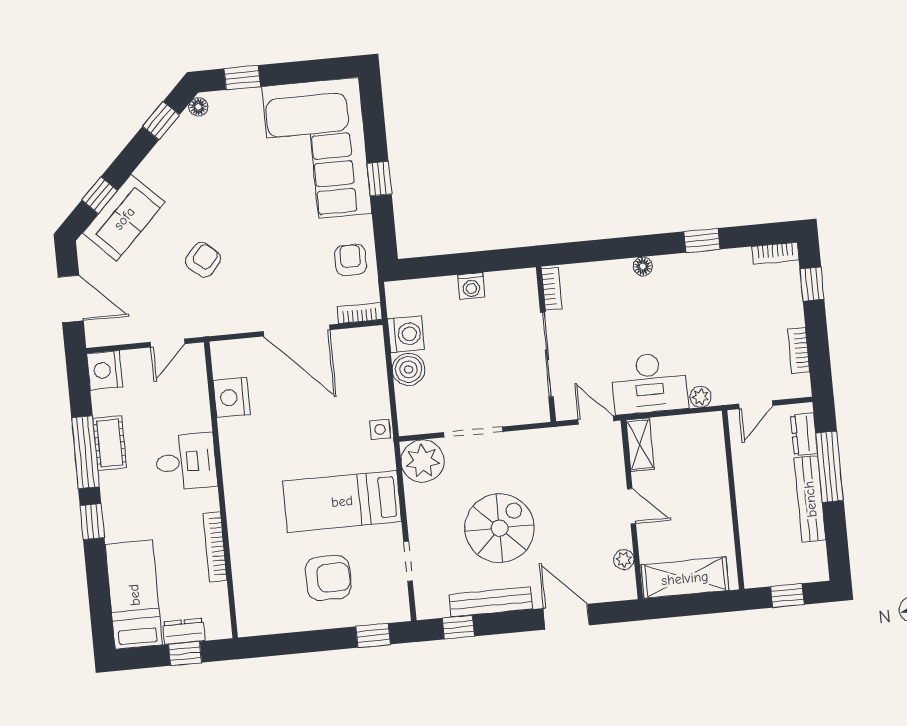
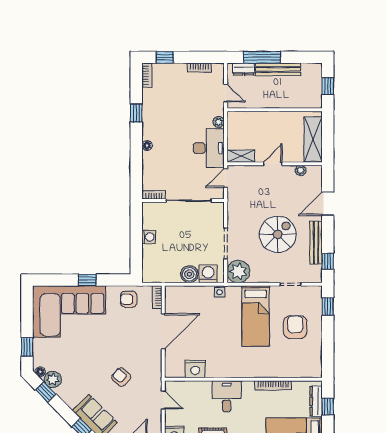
plant: (186, 132) -> (53, 379), added
washing machine: (406, 334) -> (208, 274), moved
spiral stairs: (500, 528) -> (278, 234), turned 90
dresser: (184, 631) -> (316, 401), width x1.44

